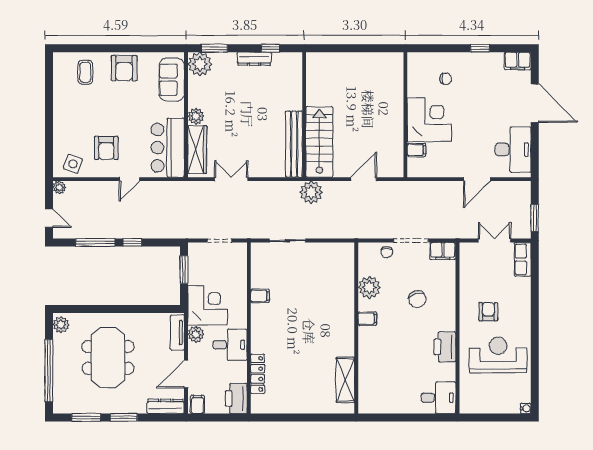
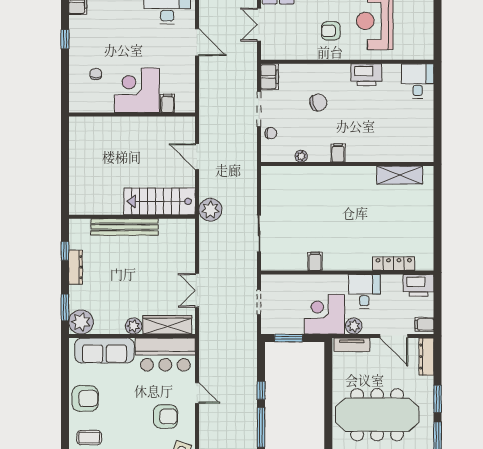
sofa: (172, 80) -> (104, 350), width x1.36
bench: (294, 144) -> (125, 227), moved
plant: (369, 287) -> (301, 156), width x0.53, depth x0.53
meeting table: (108, 357) -> (377, 415), width x1.36

